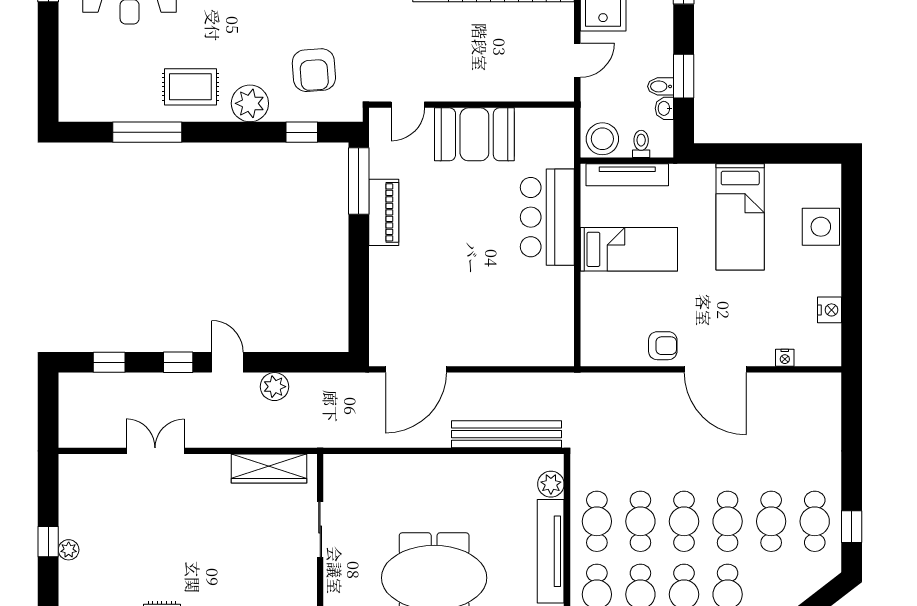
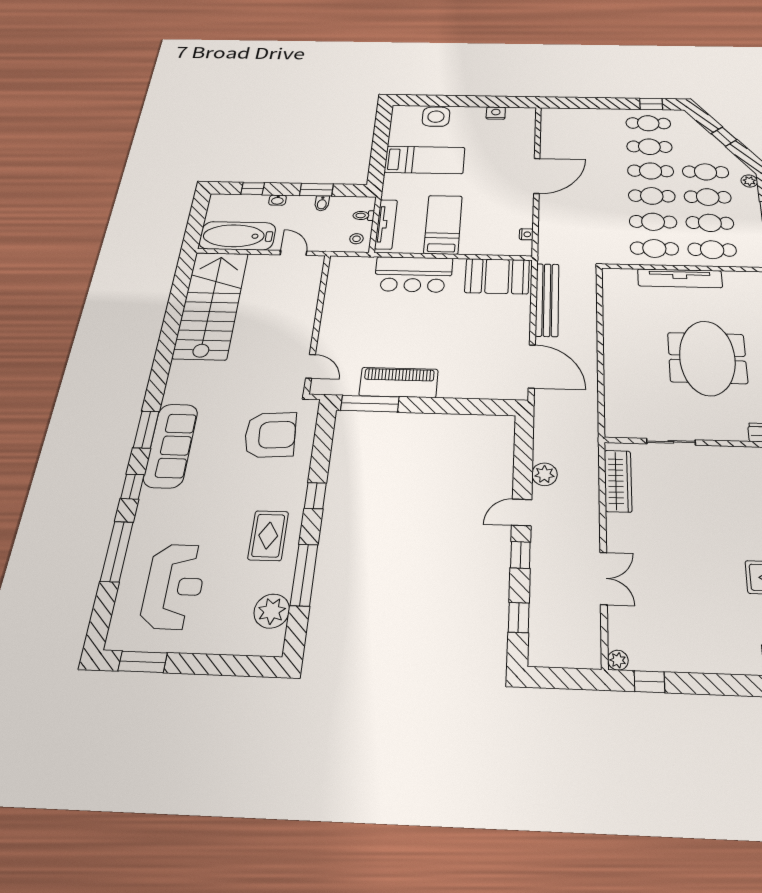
armchair: (314, 70) -> (270, 435), width x1.36, depth x1.36
plant: (250, 103) -> (272, 611), moved
washbasin: (664, 108) -> (277, 200), moved
window: (302, 132) -> (315, 496), moved
booth: (474, 134) -> (497, 276), moved, turned 90
stool: (602, 139) -> (356, 239), width x0.53, depth x0.53
piano: (384, 212) -> (399, 382), width x1.37, depth x1.33
armchair: (663, 346) -> (518, 206), removed
nightstand: (785, 358) -> (526, 234), moved
bench: (506, 434) -> (547, 300), moved
double door: (155, 451) -> (604, 578), swing flipped
plant: (551, 484) -> (626, 277), removed
window: (48, 542) -> (649, 682), moved
plant: (69, 550) -> (618, 660), moved

